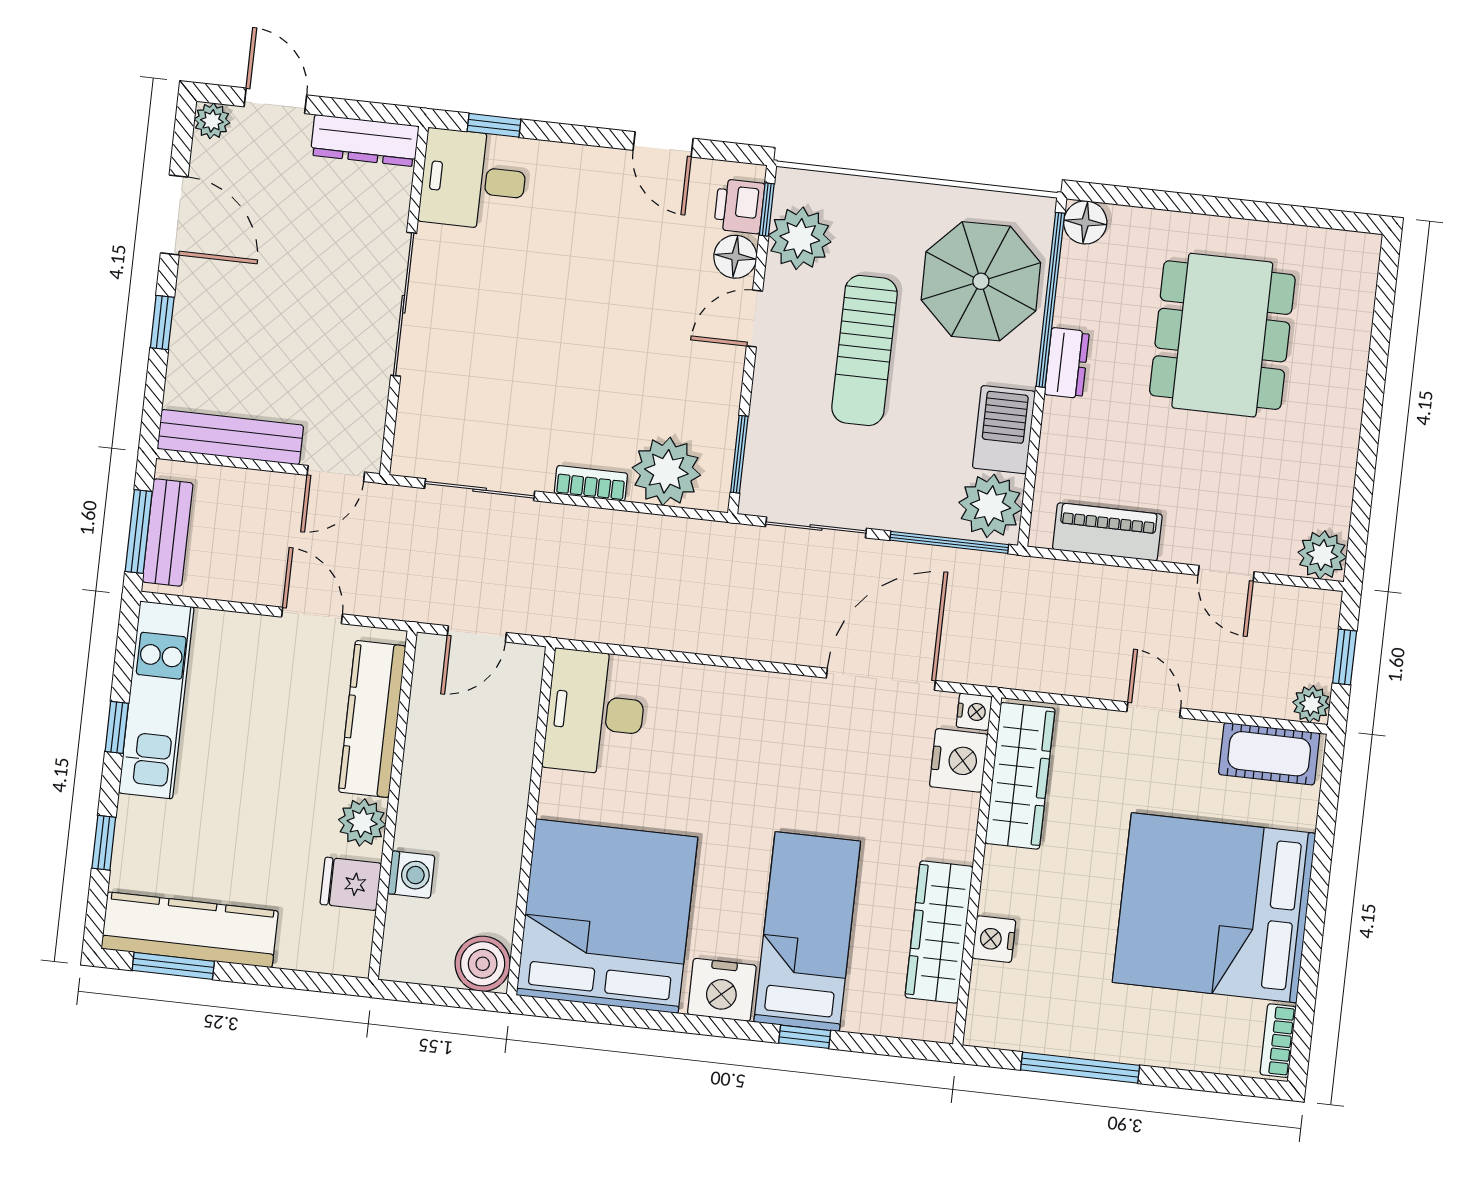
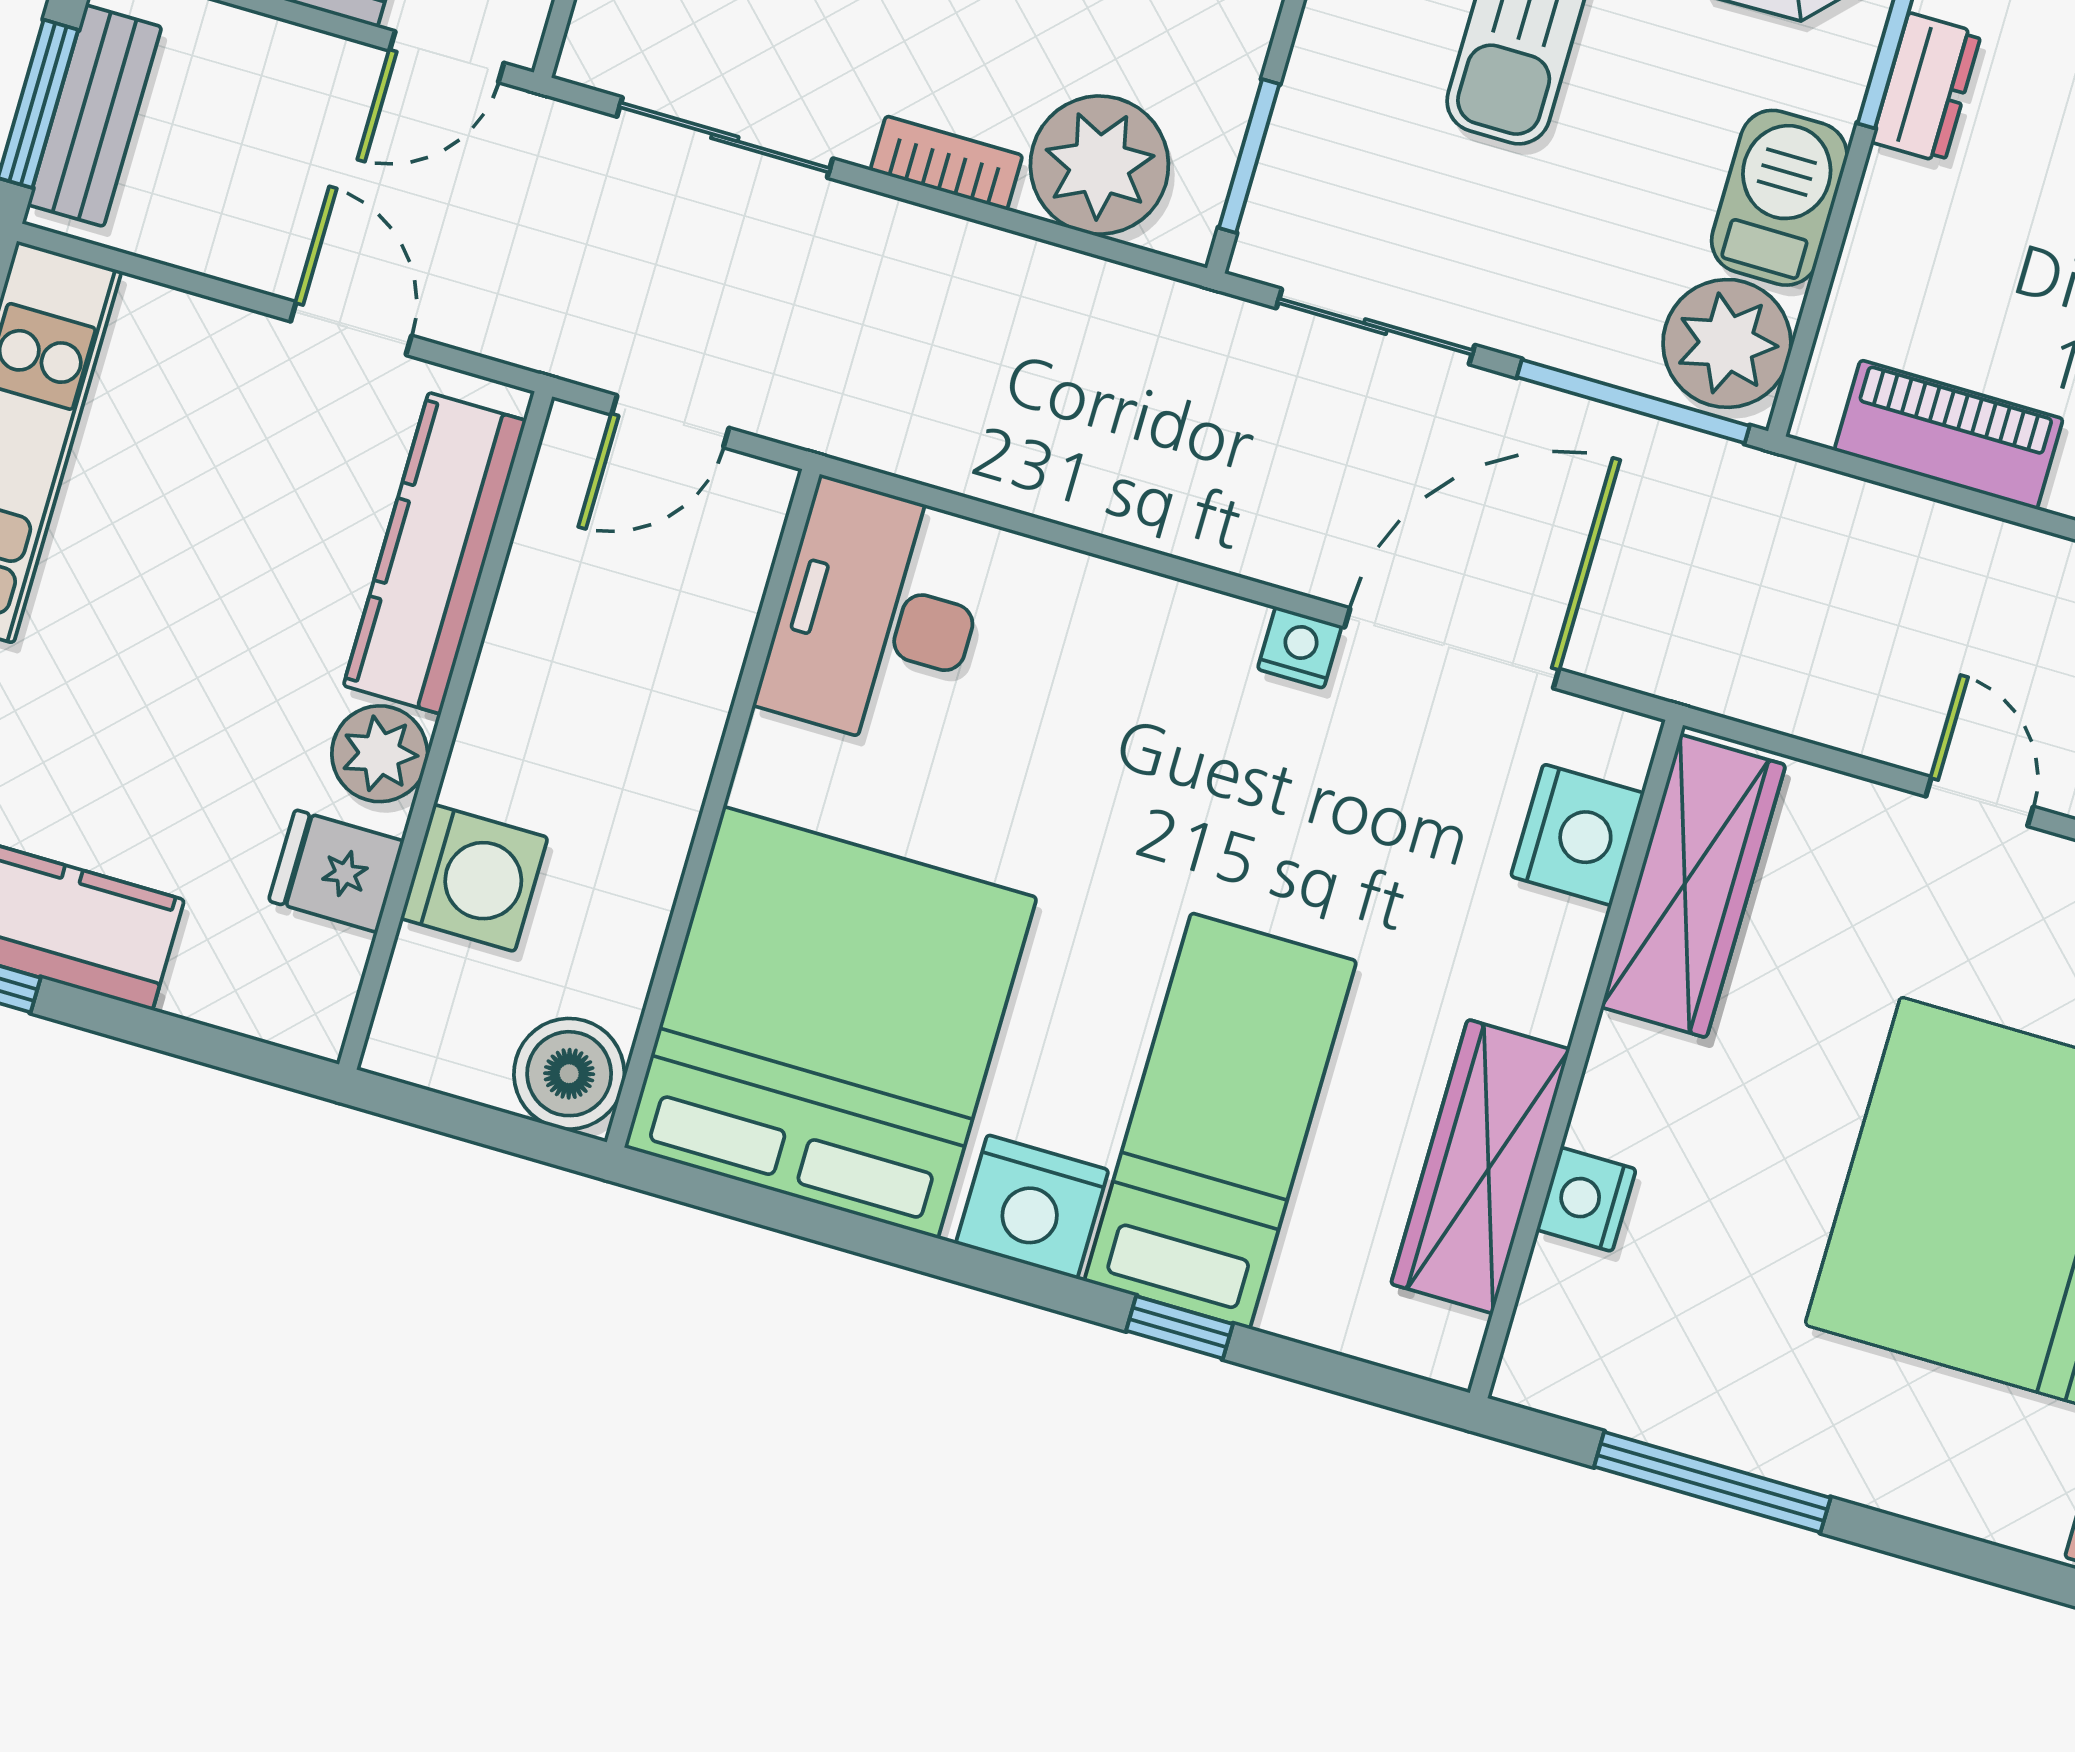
nightstand: (974, 712) -> (1300, 647), moved, turned -90
washing machine: (411, 875) -> (474, 878), width x1.38, depth x1.38

